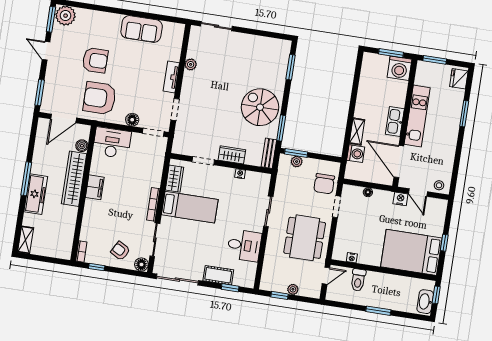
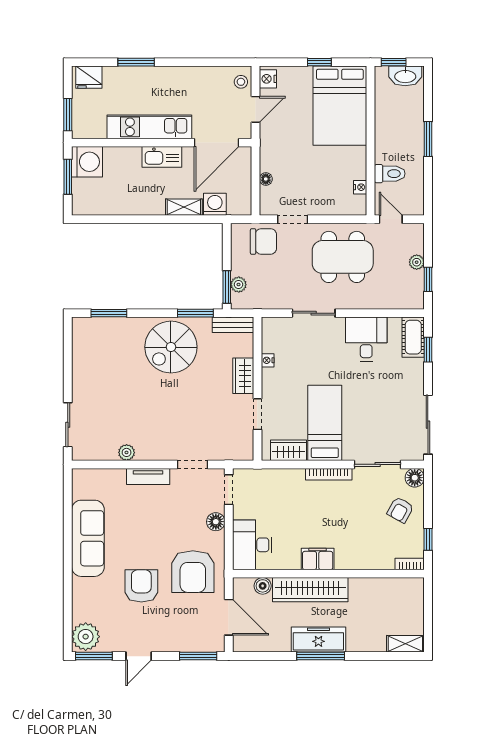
sofa: (142, 29) -> (88, 538), width x1.36
freezer: (36, 194) -> (318, 640), moved
nightstand: (400, 199) -> (268, 79), moved
cot: (218, 275) -> (413, 337), moved

